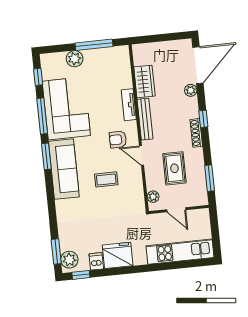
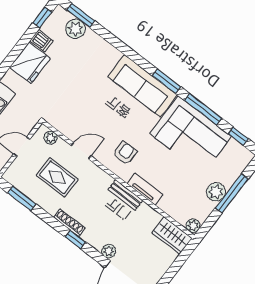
window: (94, 45) -> (232, 193), moved
plant: (123, 52) -> (193, 226), added
plant: (75, 59) -> (216, 192), moved
wardrobe: (144, 81) -> (172, 235), moved
bench: (145, 119) -> (125, 195), width x0.73
door: (141, 155) -> (81, 151), moved
coffee table: (106, 179) -> (101, 113), removed
plant: (69, 260) -> (75, 29), moved

